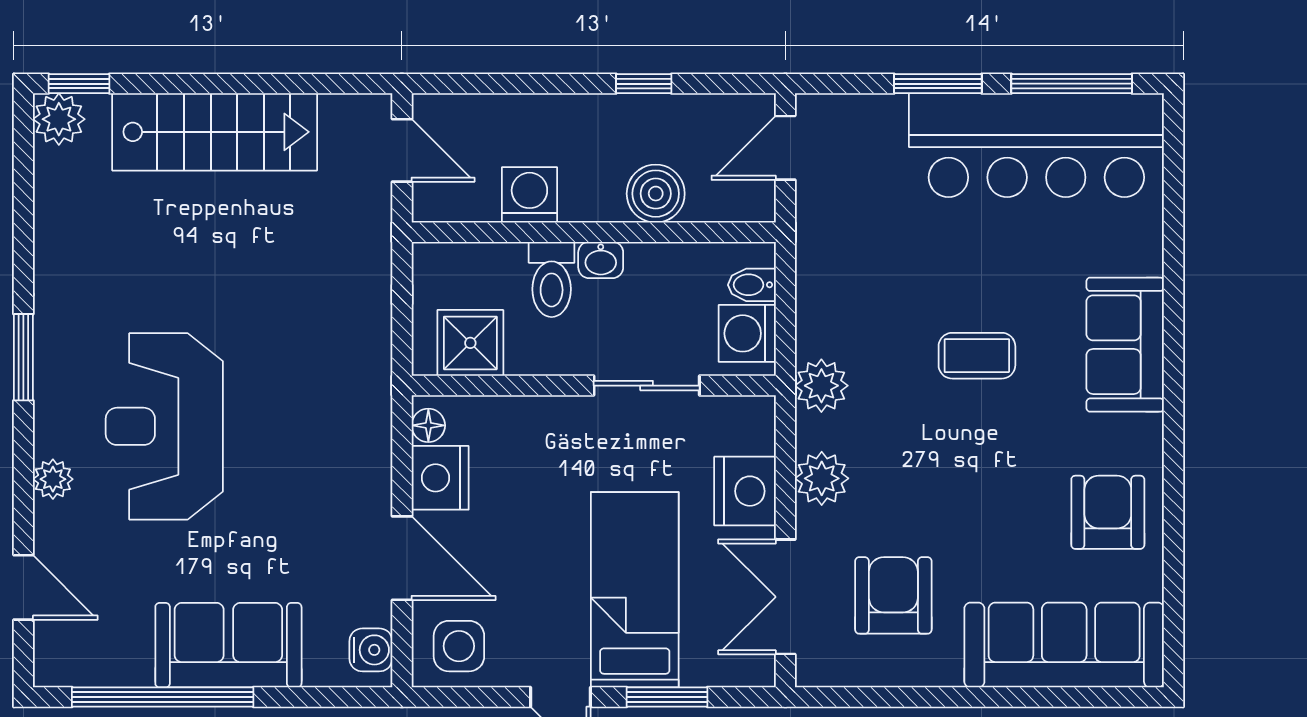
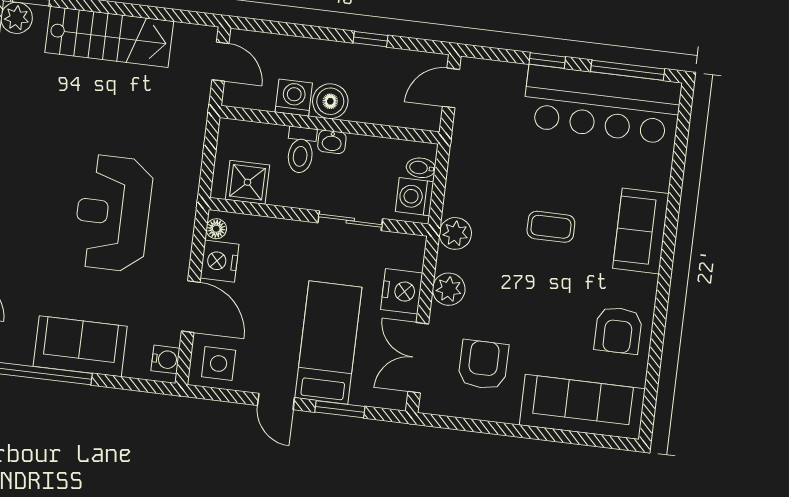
window: (938, 84) -> (547, 60), width x0.67
boiler: (656, 194) -> (330, 101), moved
reception desk: (164, 426) -> (113, 213), moved
armchair: (1108, 512) -> (618, 330), turned 180

